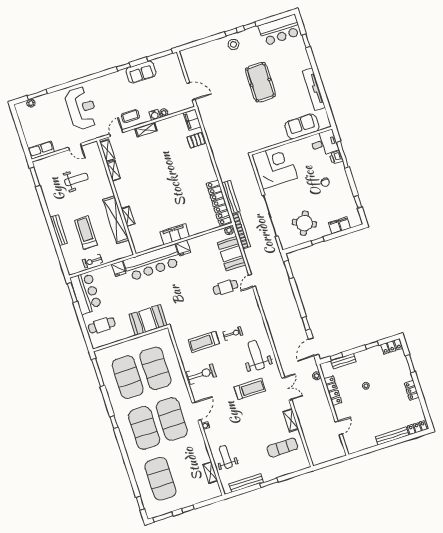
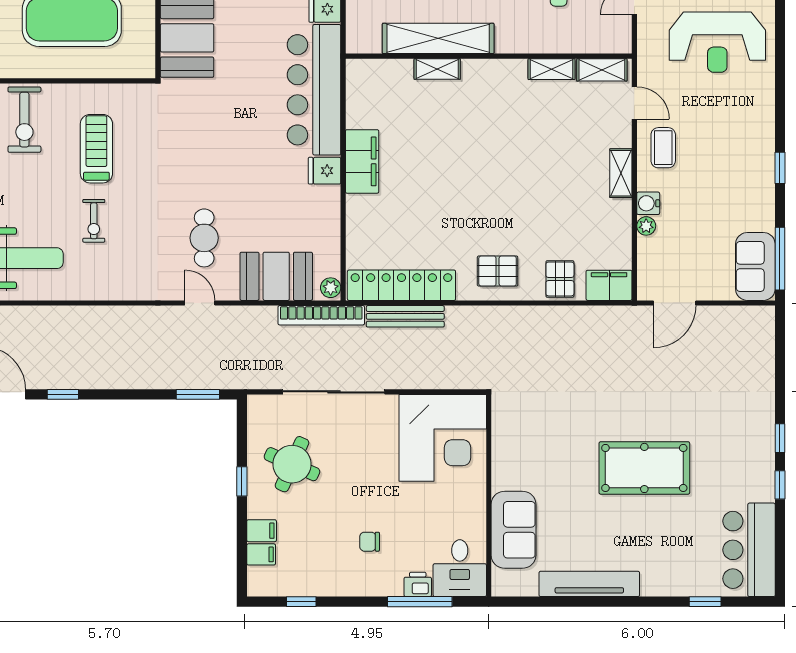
stool: (233, 44) -> (750, 434), removed
sofa: (141, 72) -> (755, 266), moved
pallet: (201, 166) -> (498, 271), added

